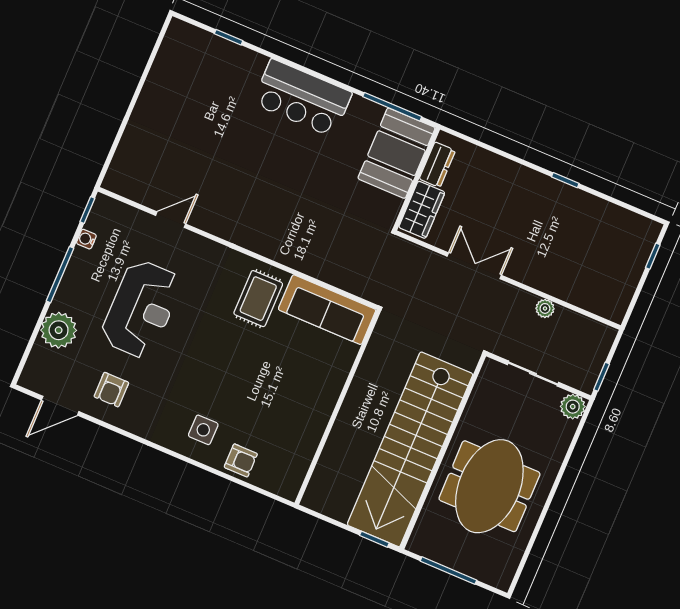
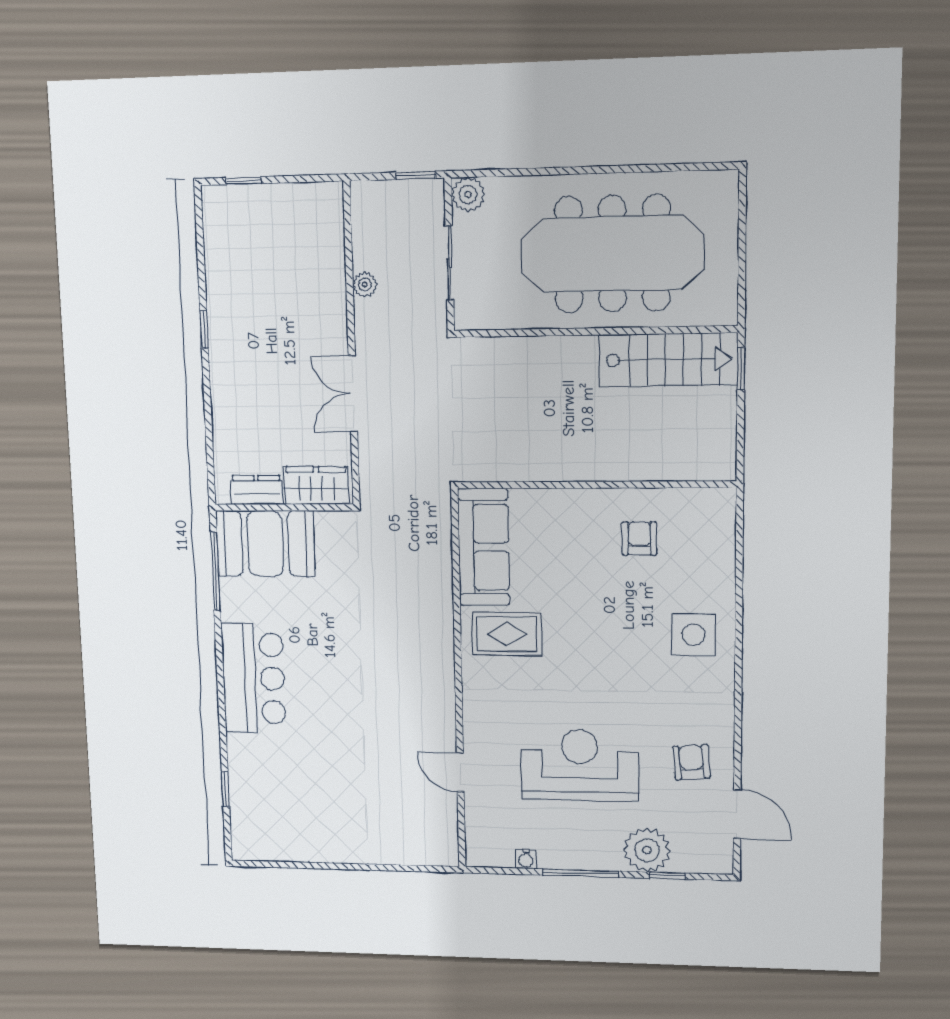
window: (87, 210) -> (667, 876), moved
armchair: (111, 390) -> (691, 762), turned -95
side table: (203, 430) -> (693, 635), width x1.37, depth x1.37
stairs: (410, 449) -> (668, 360), width x0.54, depth x0.66
armchair: (241, 460) -> (639, 539), moved
meeting table: (489, 486) -> (612, 254), width x1.36
window: (448, 571) -> (742, 258), removed

